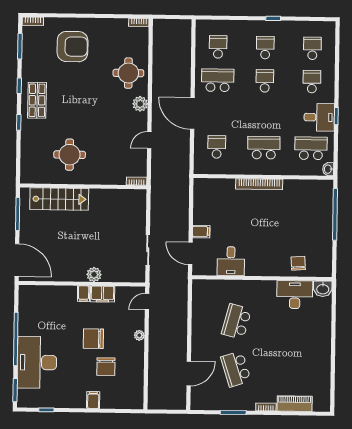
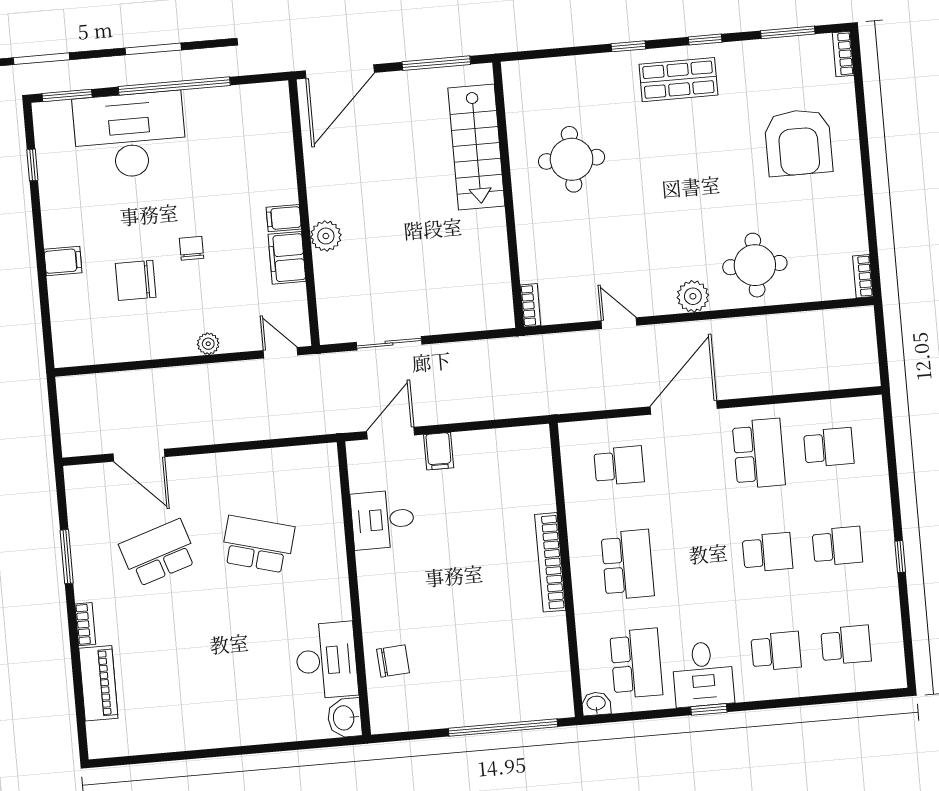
chair: (93, 339) -> (192, 248), width x0.54, depth x0.54

